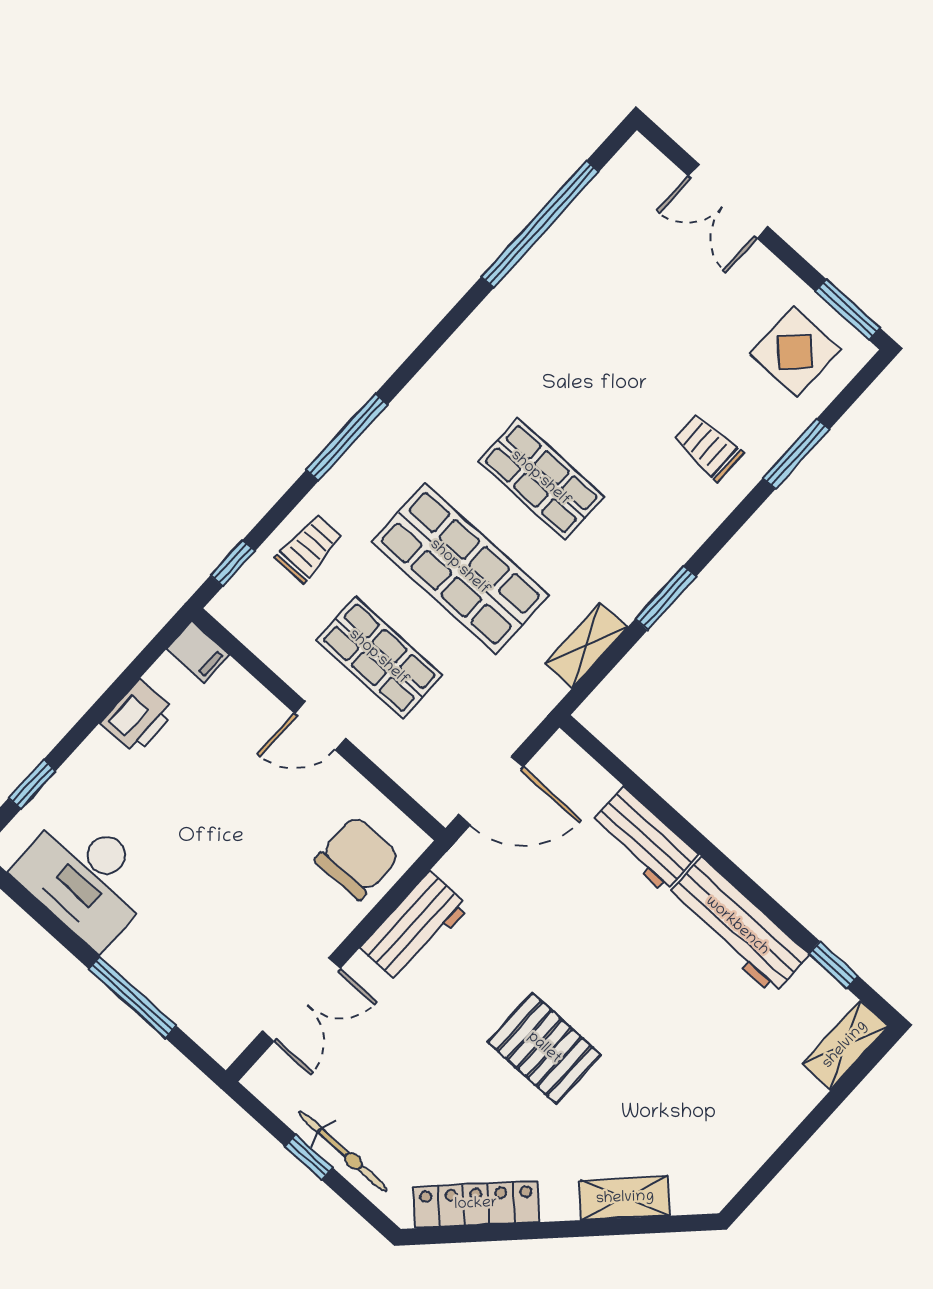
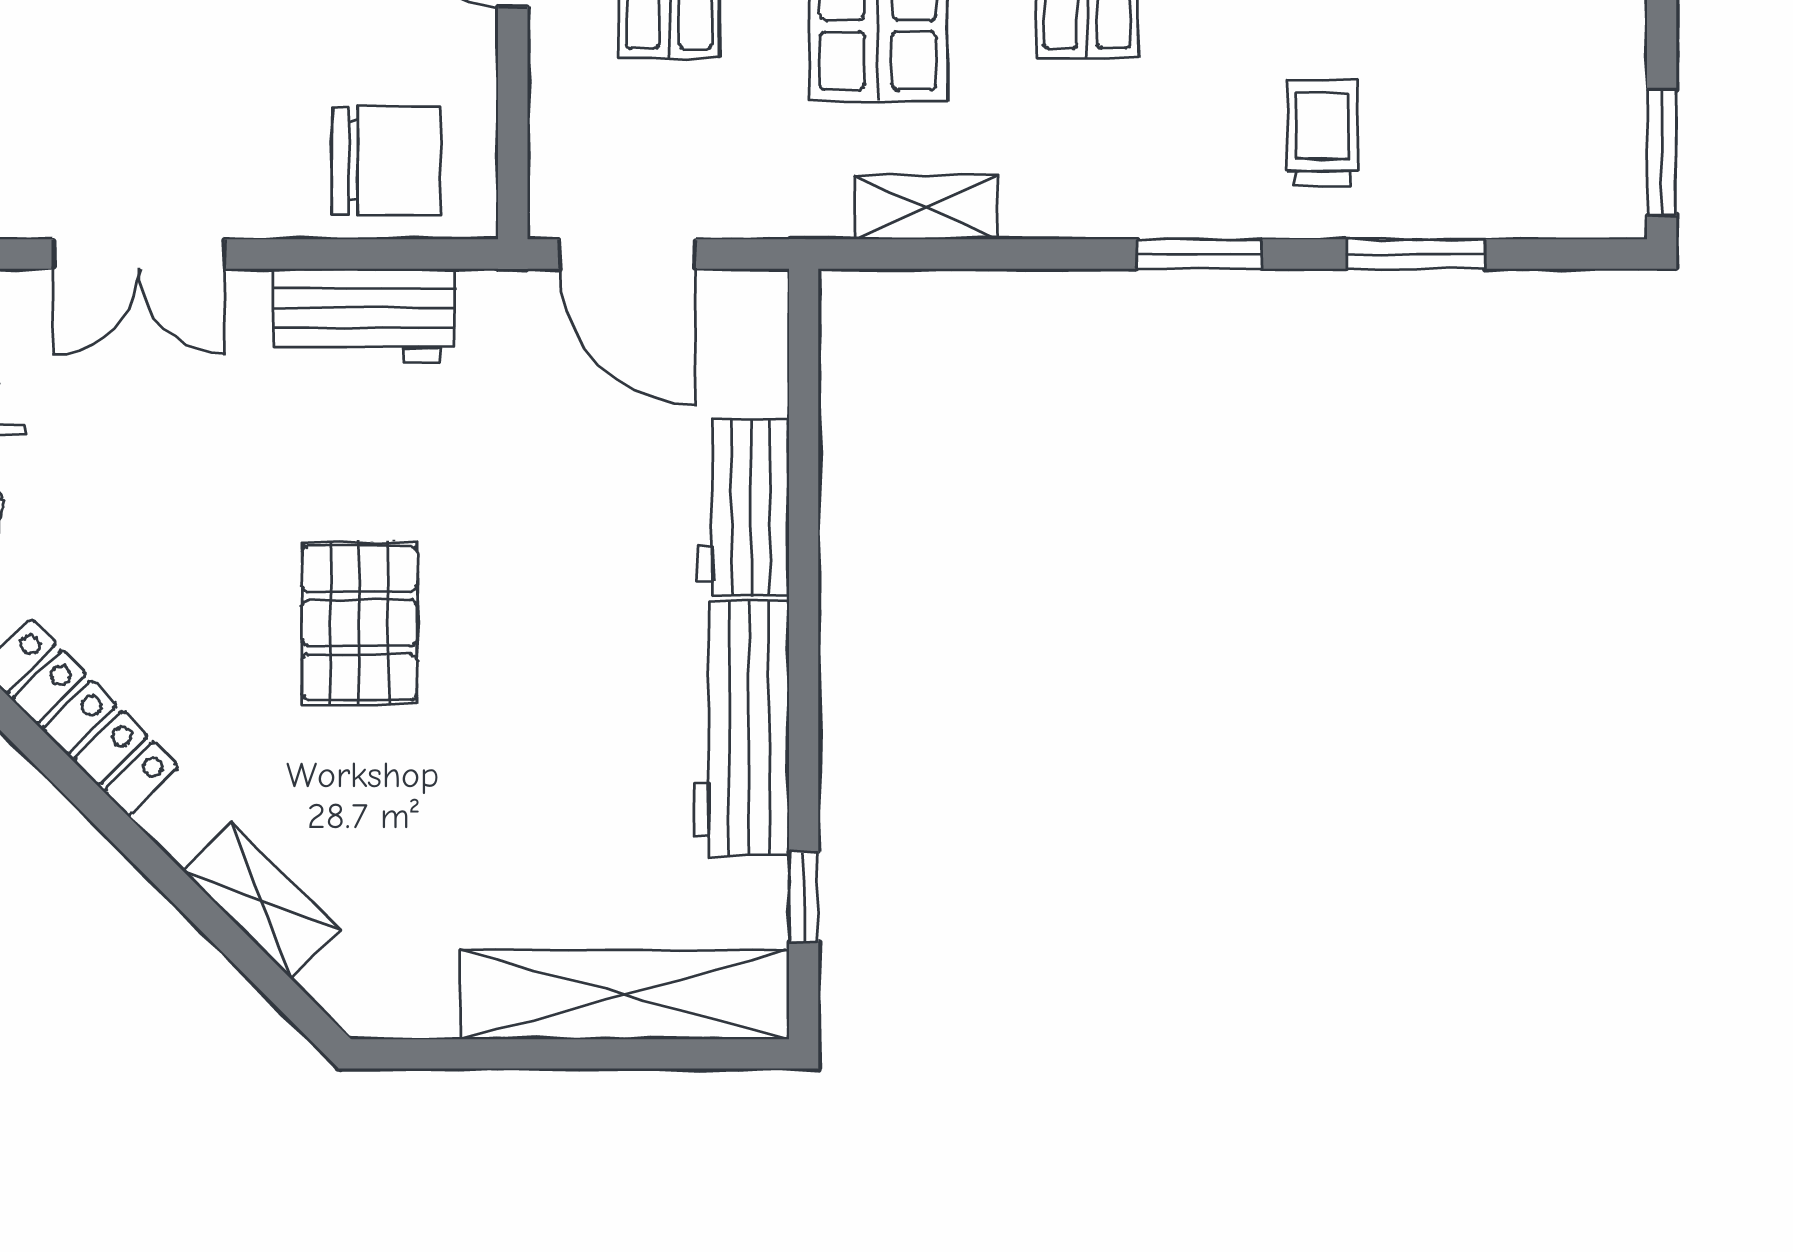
display table: (795, 352) -> (1546, 134), removed
window: (665, 598) -> (1199, 254), moved
shelving: (845, 1045) -> (624, 995), width x2.20, depth x1.33

